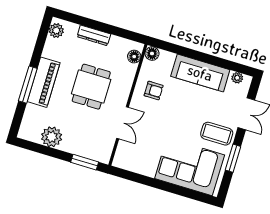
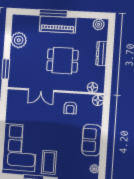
sofa: (200, 73) -> (92, 140), width x0.73

